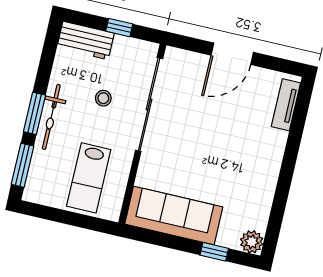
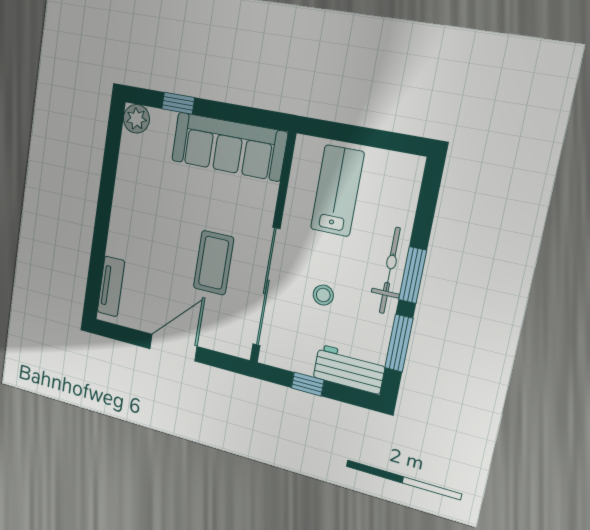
coffee table: (192, 124) -> (214, 263), added
window: (22, 165) -> (399, 343), moved

